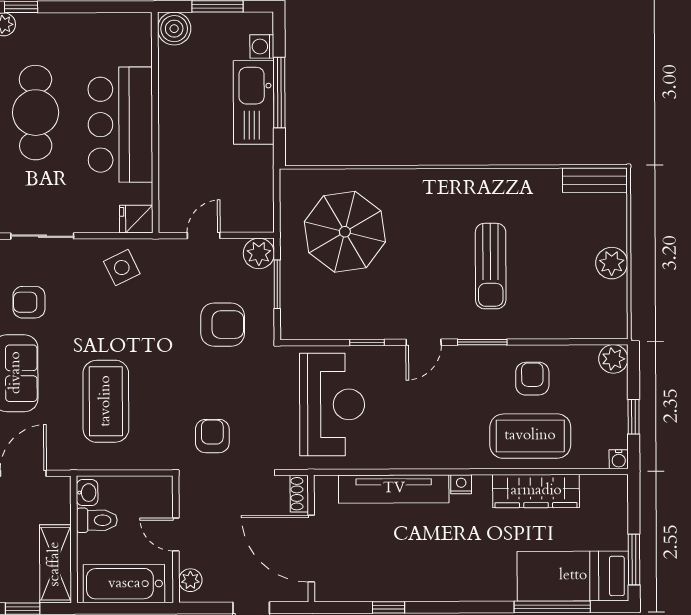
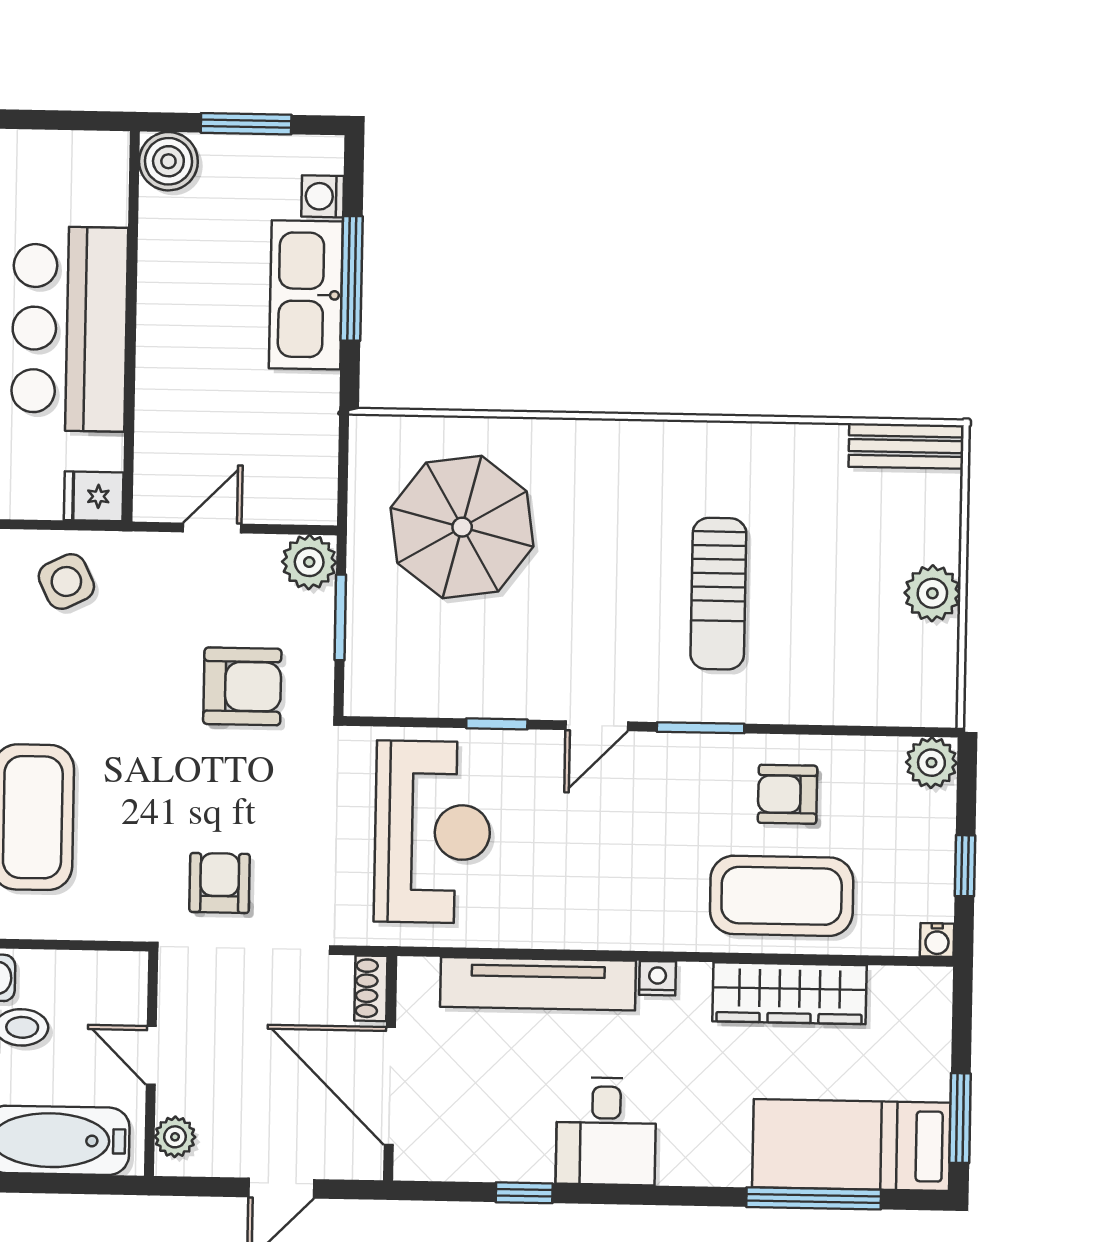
armchair: (532, 379) -> (788, 794), turned -90
desk: (434, 572) -> (606, 1131), added

